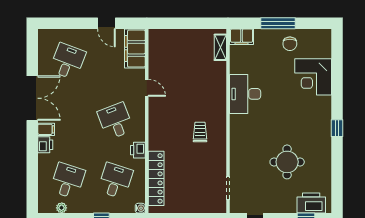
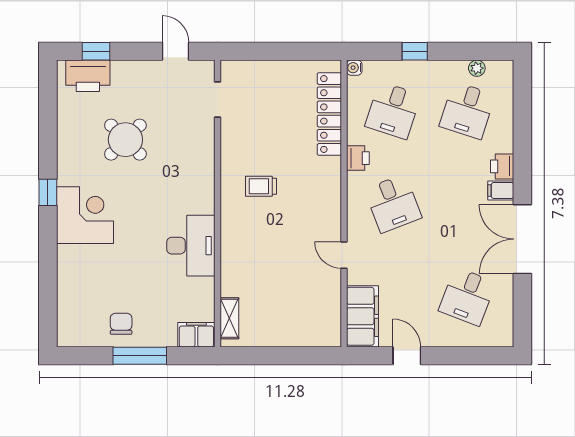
corner desk: (313, 77) -> (85, 215), moved
trolley: (200, 132) -> (261, 186), turned 90
round table: (287, 162) -> (125, 140), turned 45

